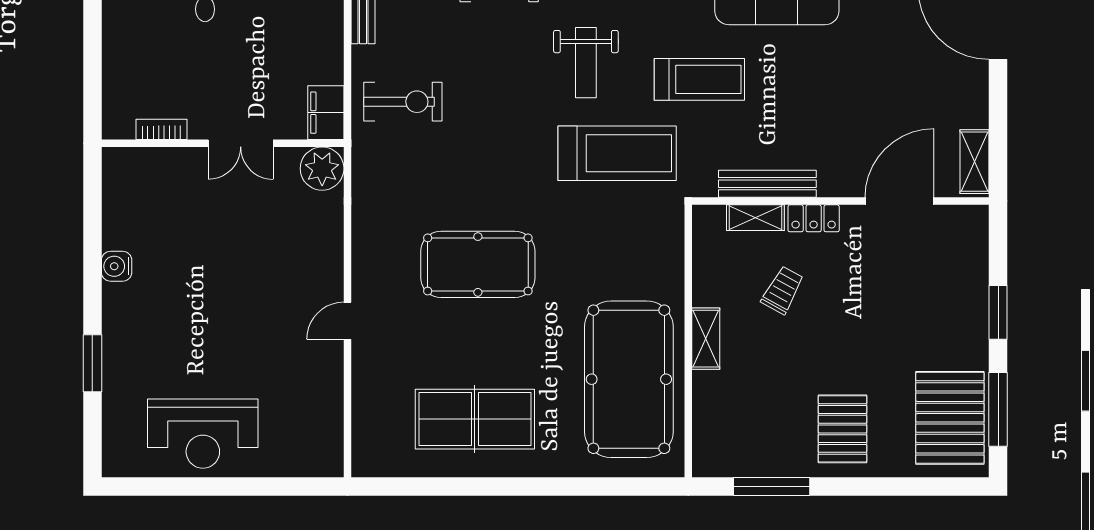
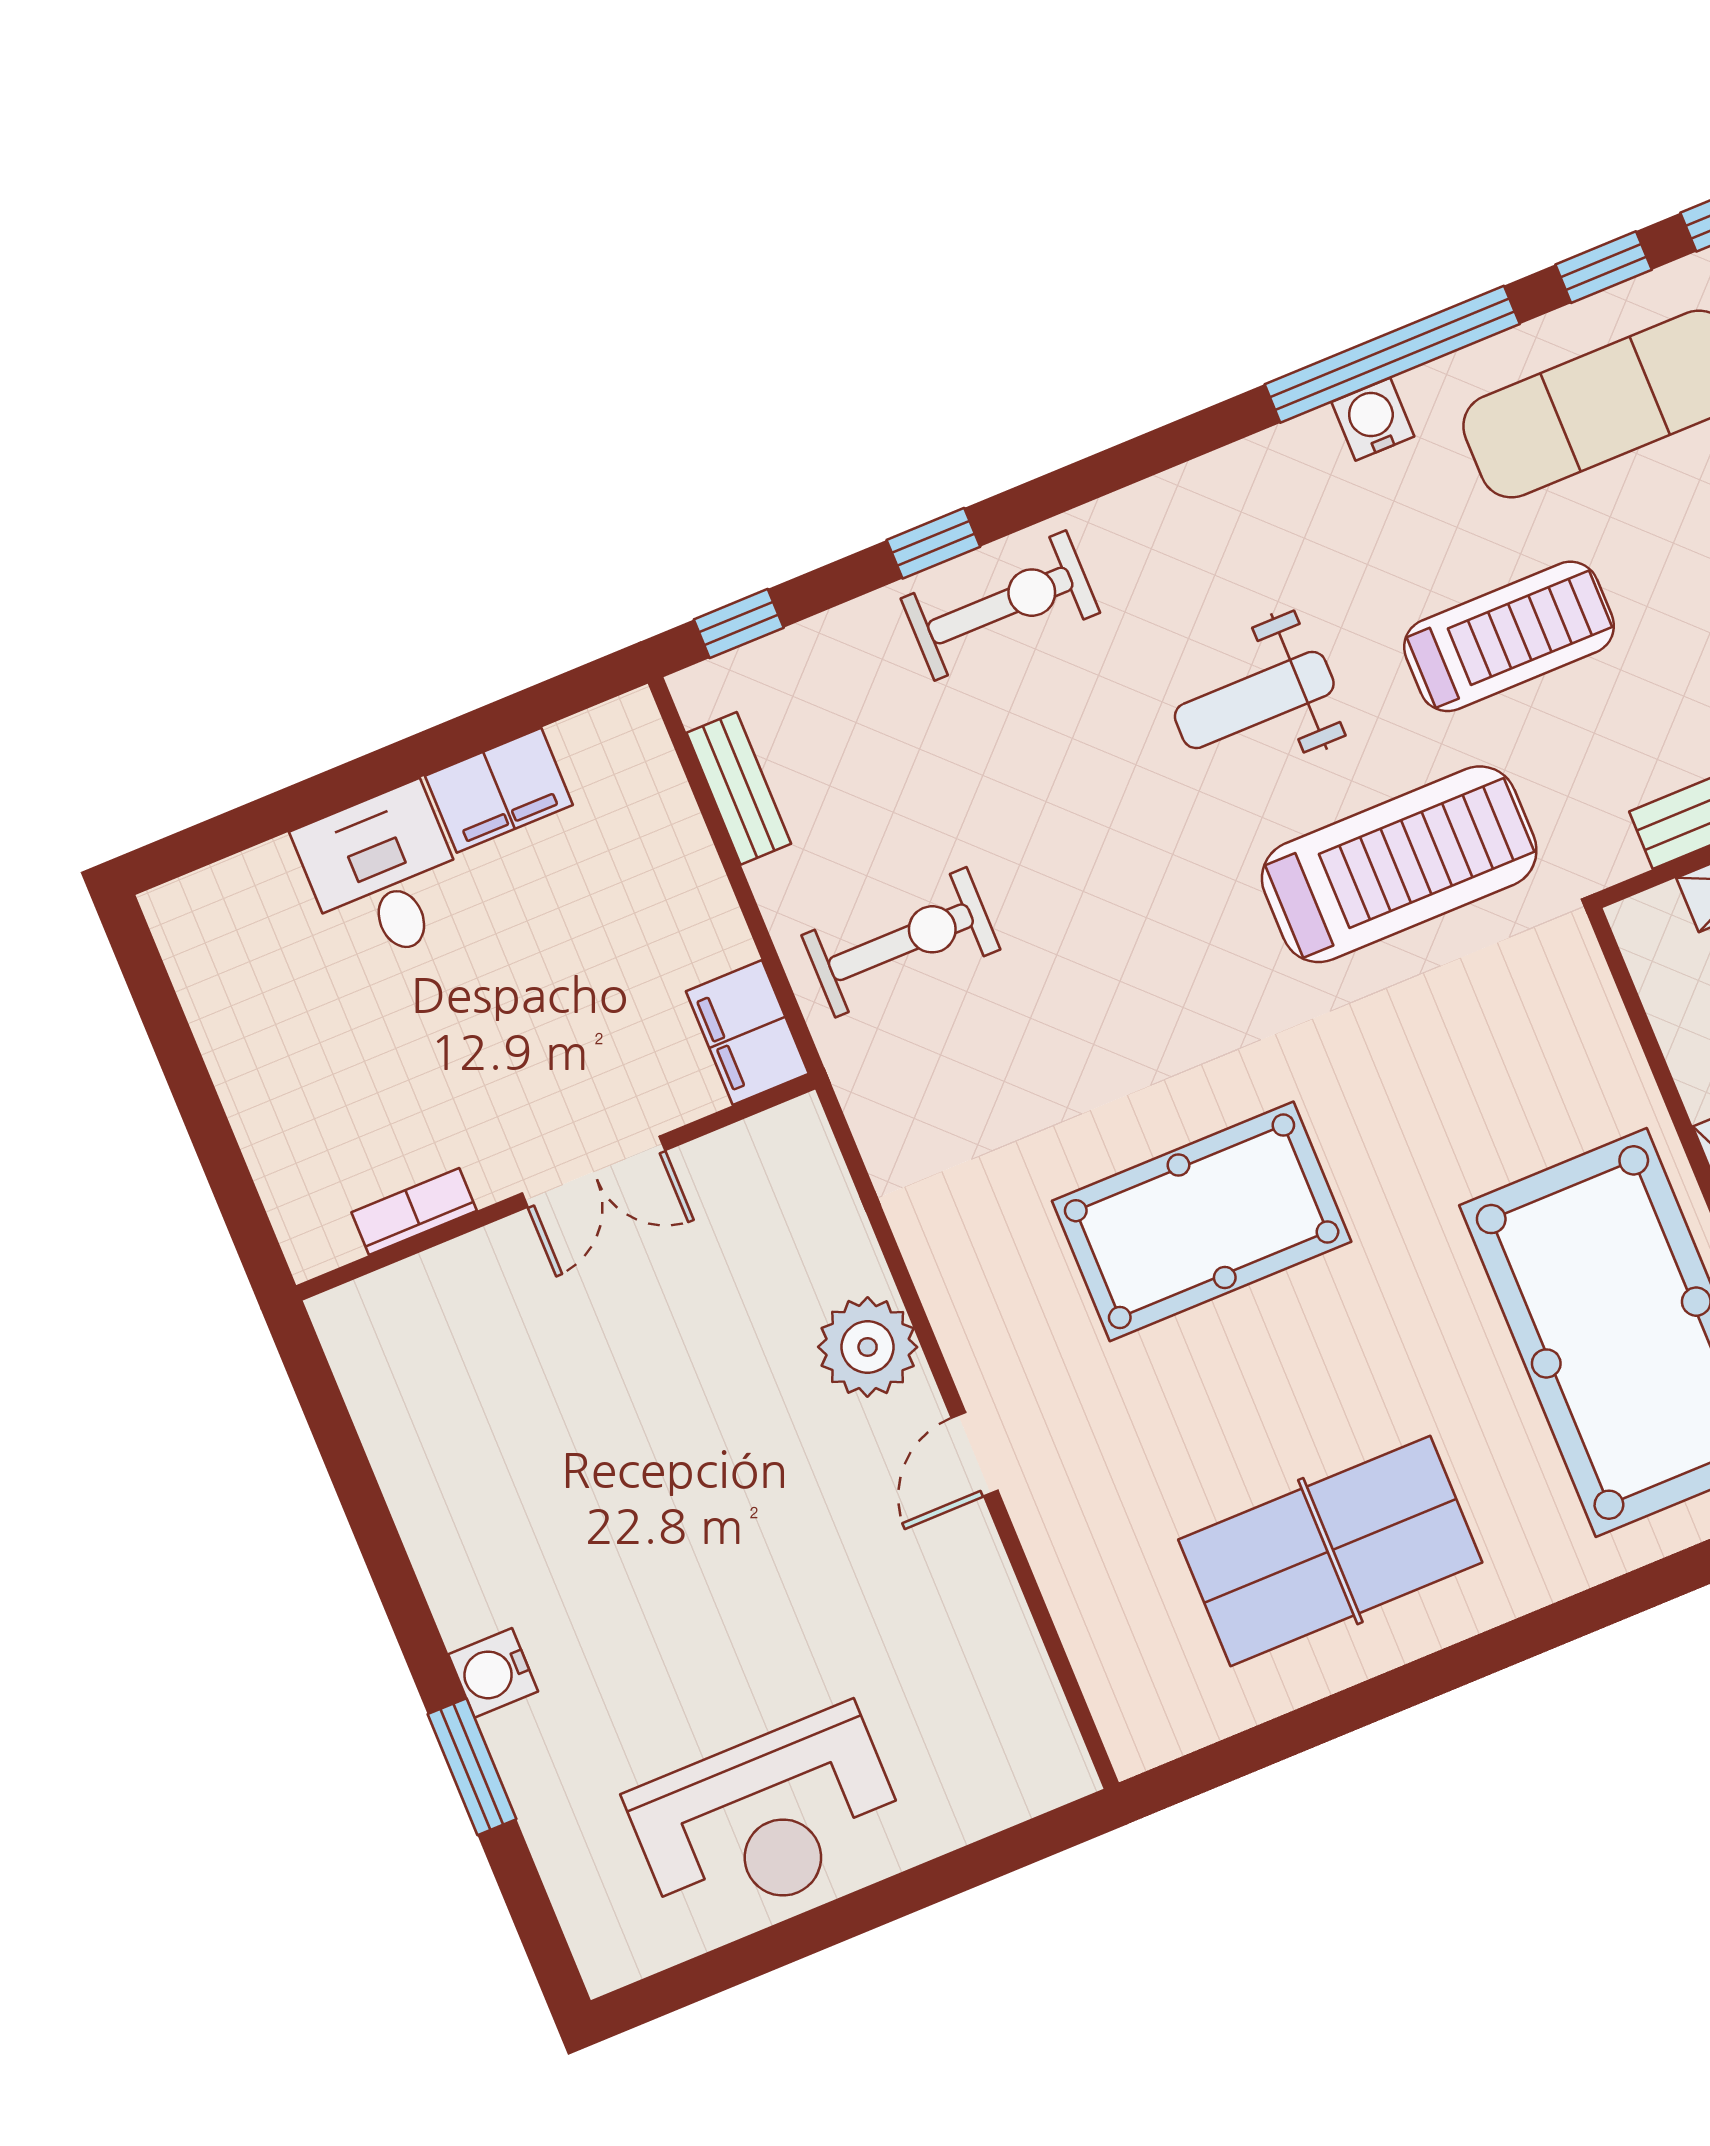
weight bench: (586, 63) -> (1254, 700), turned 90
plant: (322, 169) -> (868, 1347), moved
water cooler: (117, 266) -> (493, 1673), moved

